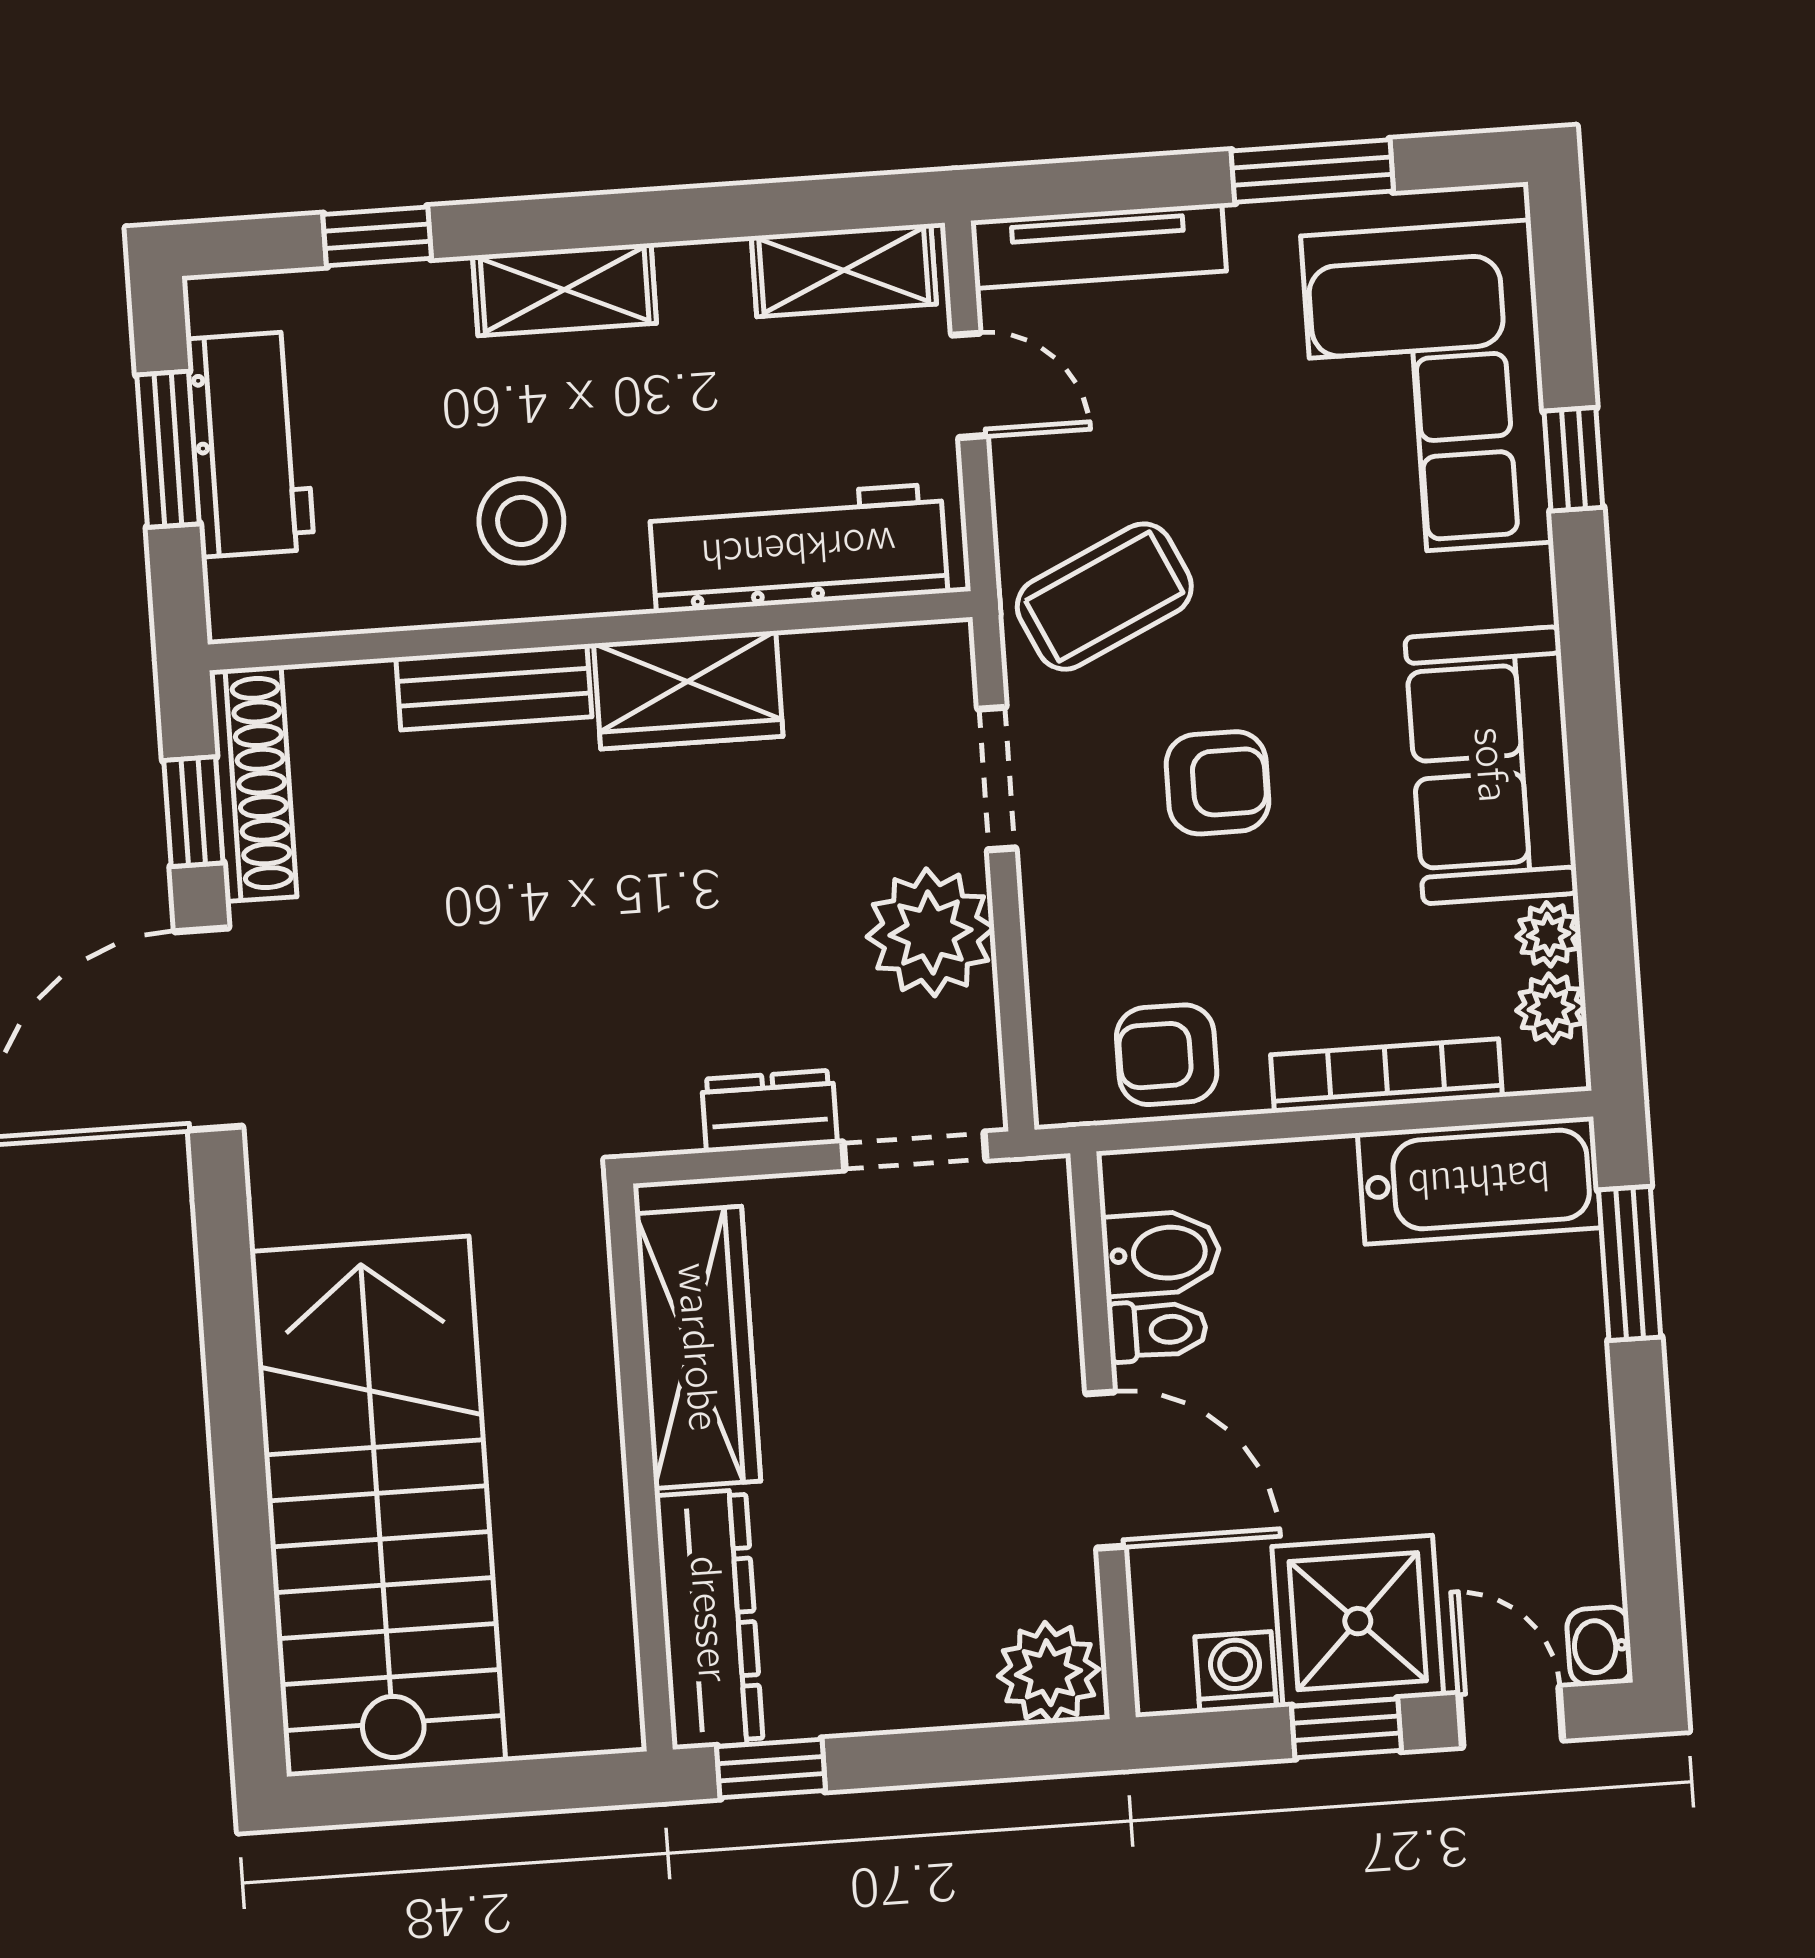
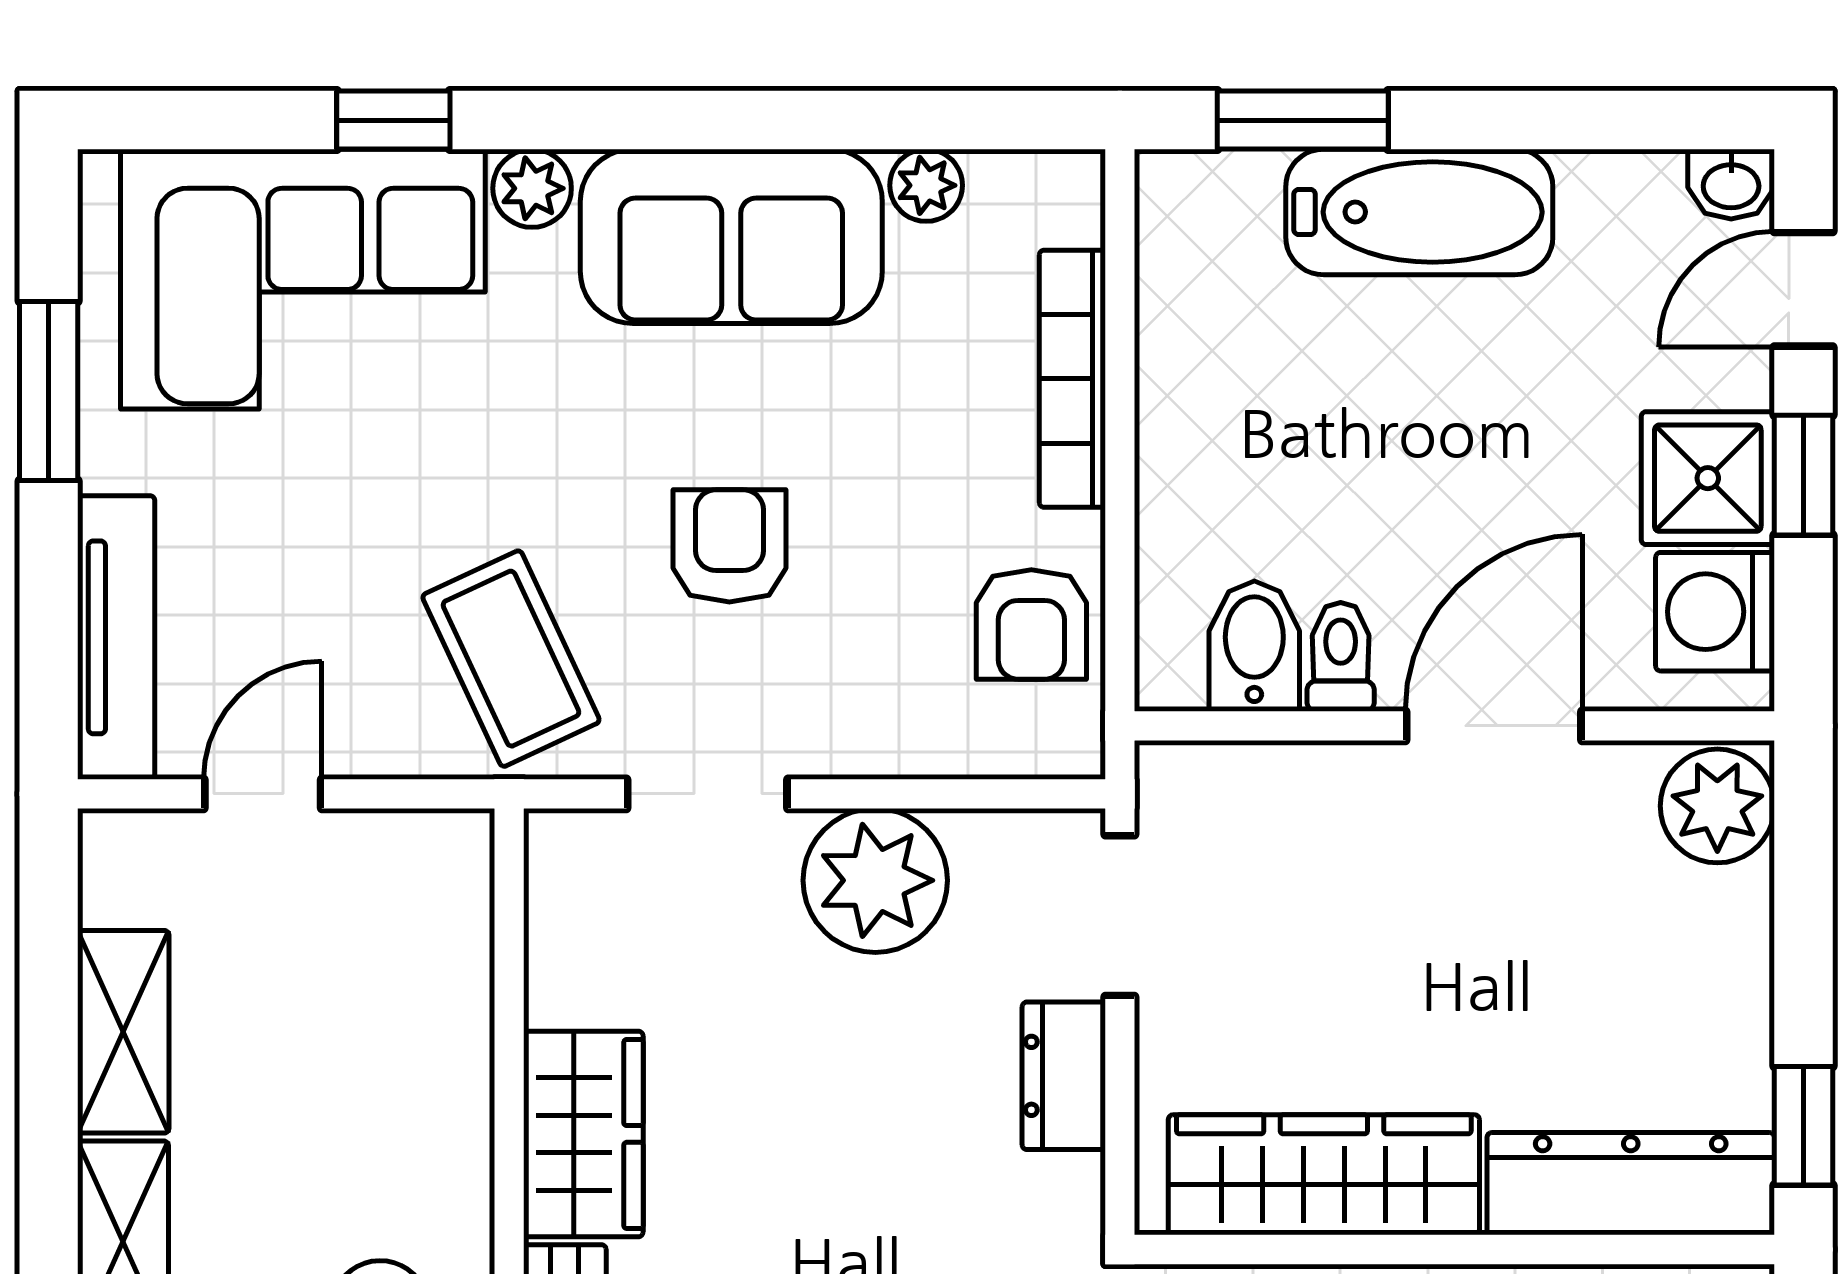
shelving: (844, 270) -> (123, 1032), moved
workbench: (798, 548) -> (433, 999), removed
plant: (1551, 1008) -> (532, 188), moved
bathtub: (1479, 1180) -> (1419, 212), moved, turned 90
shower: (1358, 1621) -> (1708, 478), width x0.73, depth x0.73
washing machine: (1236, 1672) -> (1715, 612), width x1.38, depth x1.38

